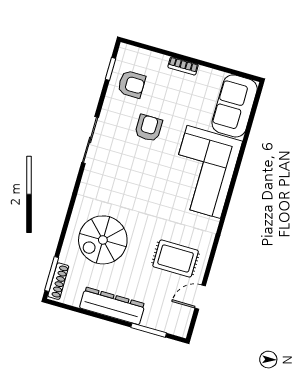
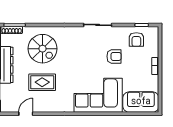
spiral stairs: (103, 240) -> (43, 49), turned 180
rug: (176, 258) -> (42, 82), moved, turned 90
door: (200, 297) -> (26, 114), hinge flipped

